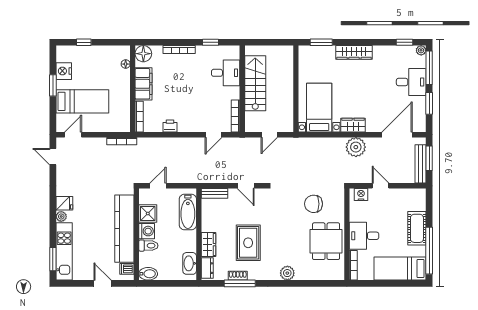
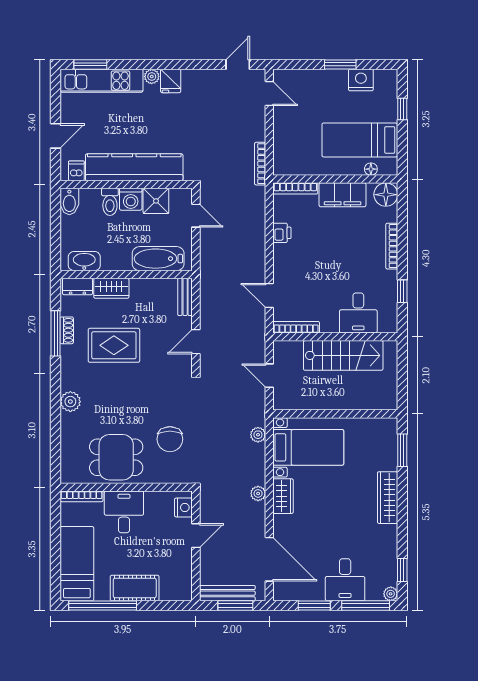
bed: (82, 101) -> (360, 140), moved, turned 90
plant: (310, 143) -> (258, 435), added
plant: (356, 147) -> (258, 493), width x0.53, depth x0.53
chair: (313, 204) -> (170, 439), turned 180

